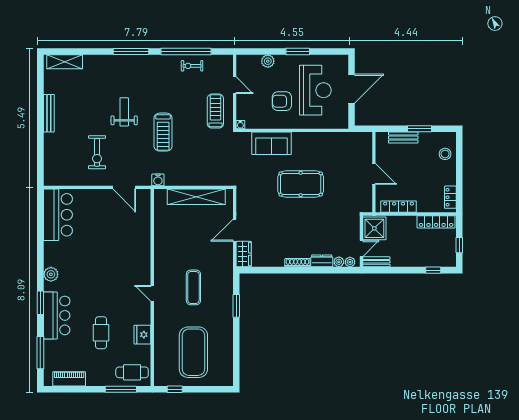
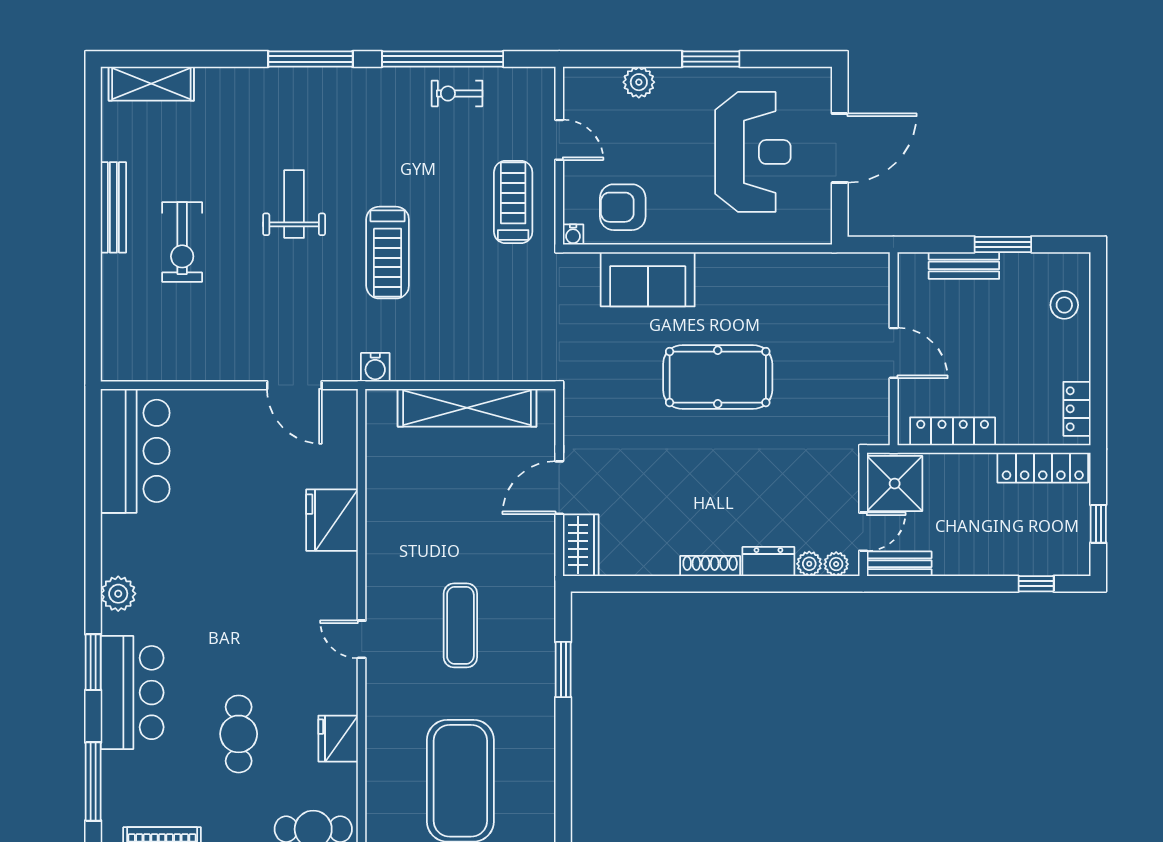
armchair: (282, 101) -> (623, 207), moved
exercise bike: (97, 152) -> (182, 242), moved
fridge: (140, 244) -> (332, 520), added

